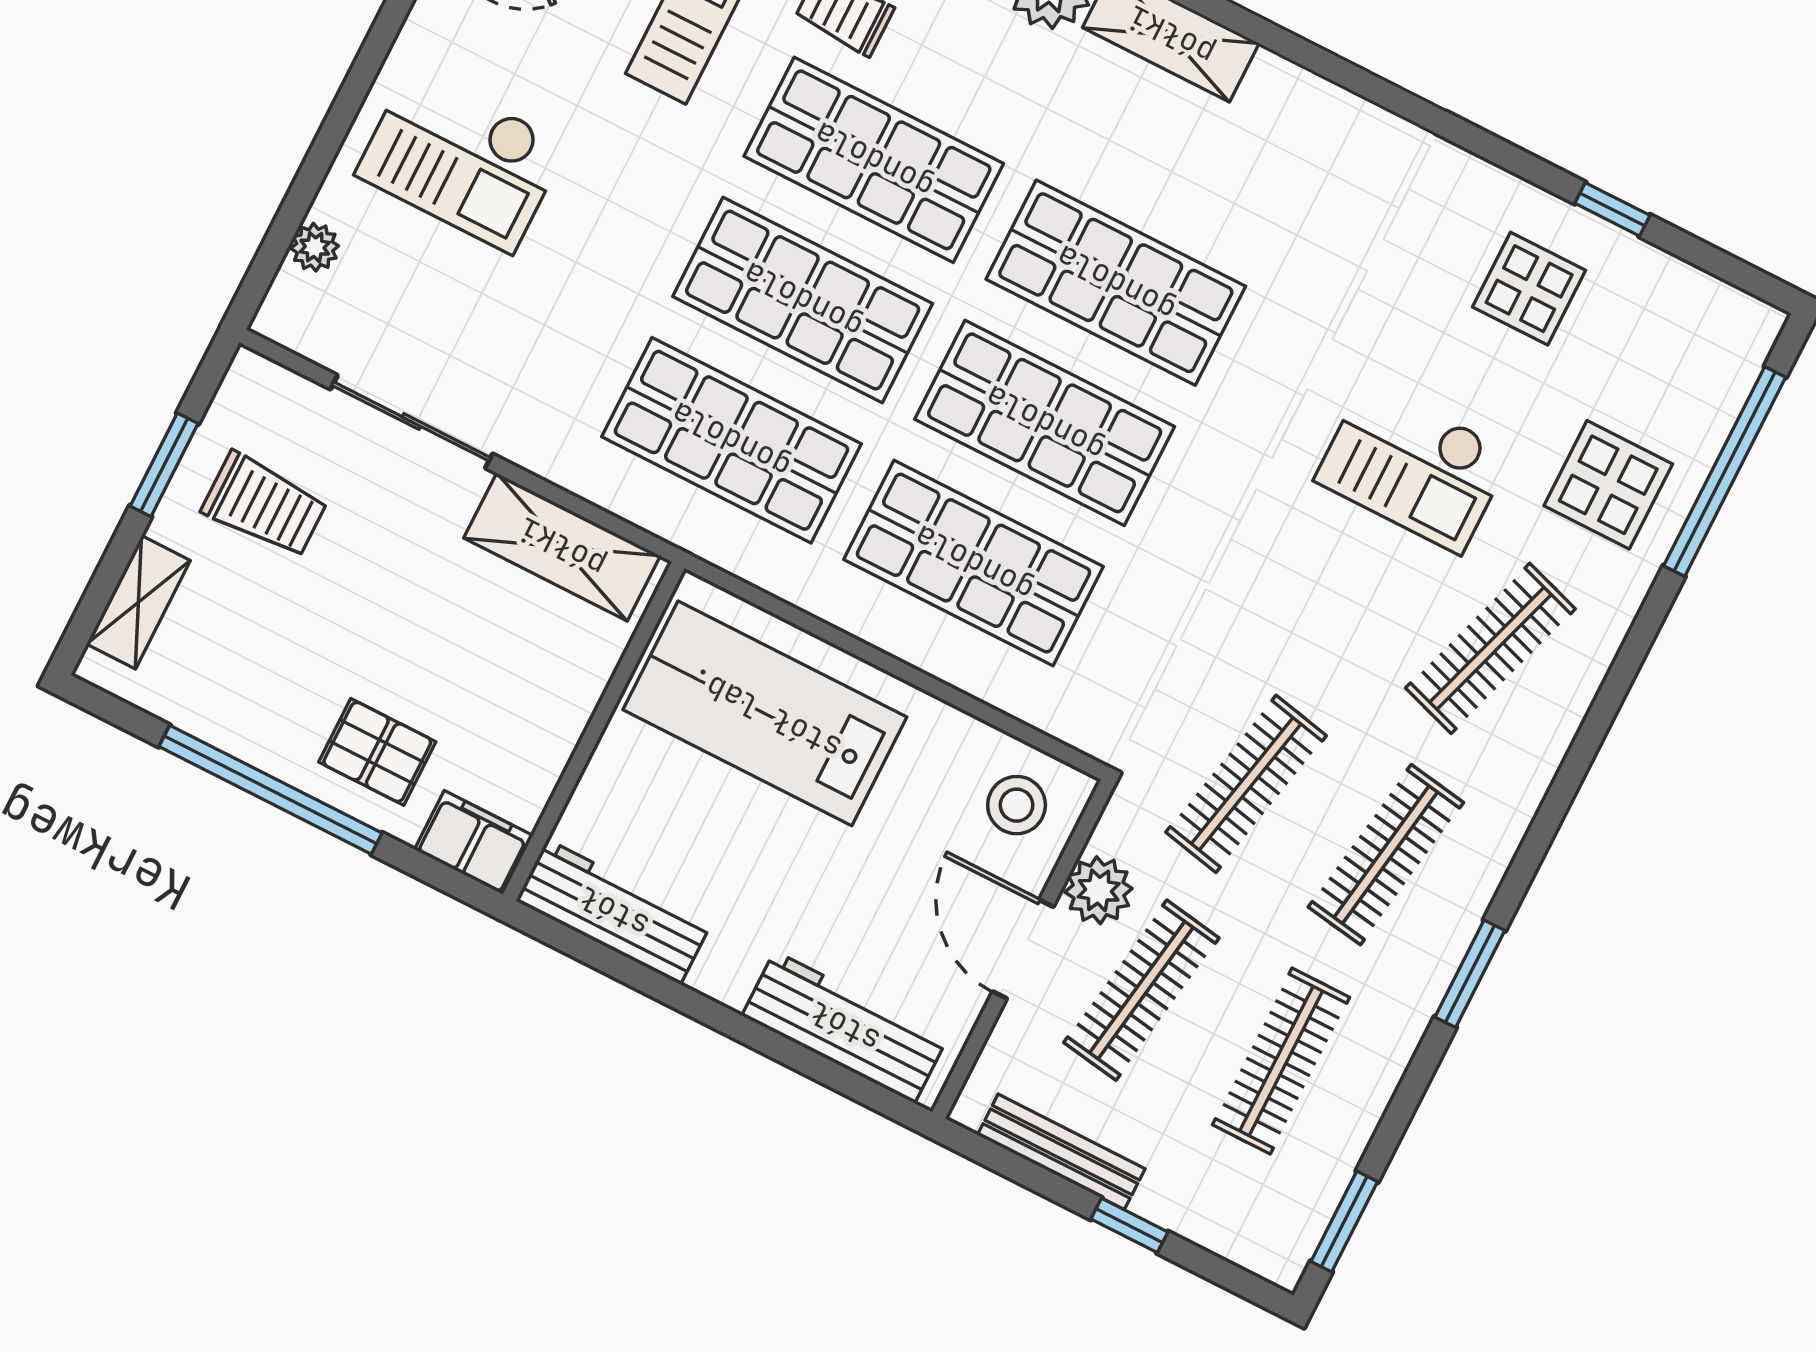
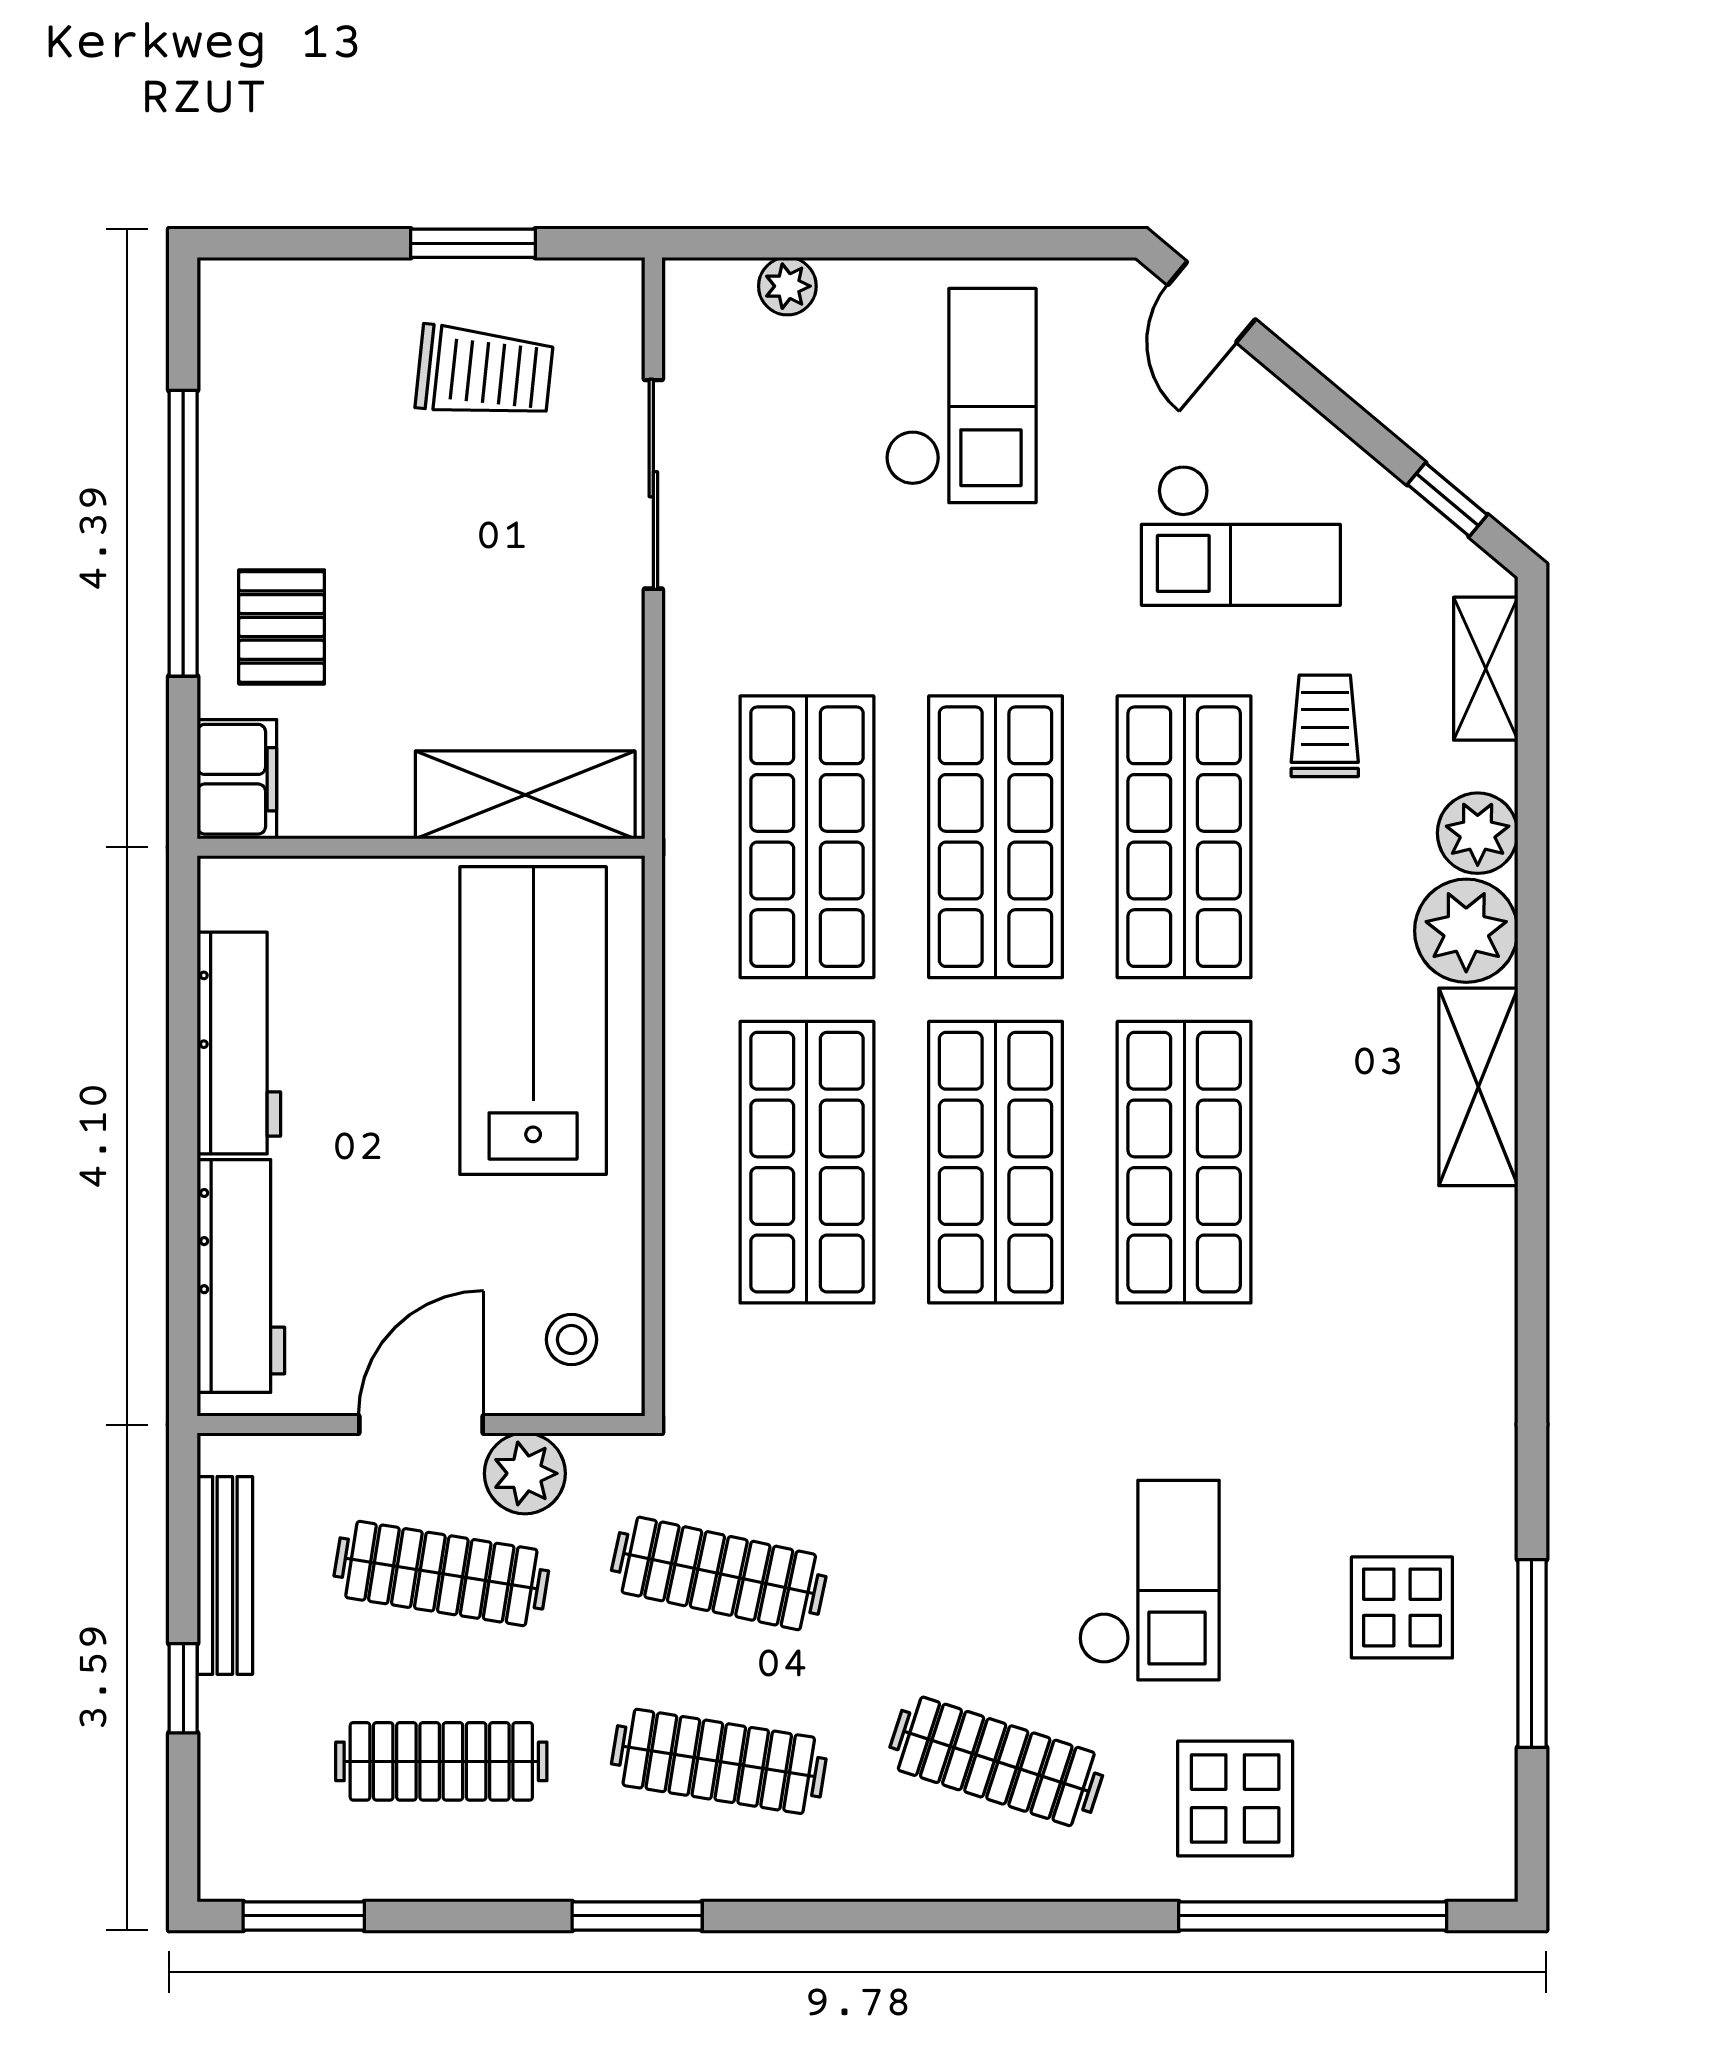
checkout: (461, 159) -> (961, 396), turned 180
window: (1612, 209) -> (1532, 1654), width x2.17
checkout: (1413, 466) -> (1149, 1580), turned 180
trolley: (264, 505) -> (484, 372), turned -84
shelving: (562, 547) -> (525, 795), moved, turned 90
shelving: (138, 602) -> (312, 290), removed
stool: (1017, 805) -> (571, 1340), width x0.73, depth x0.73
workbench: (614, 912) -> (239, 1043), moved

